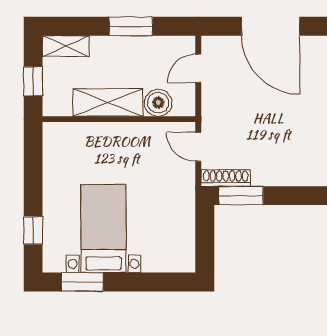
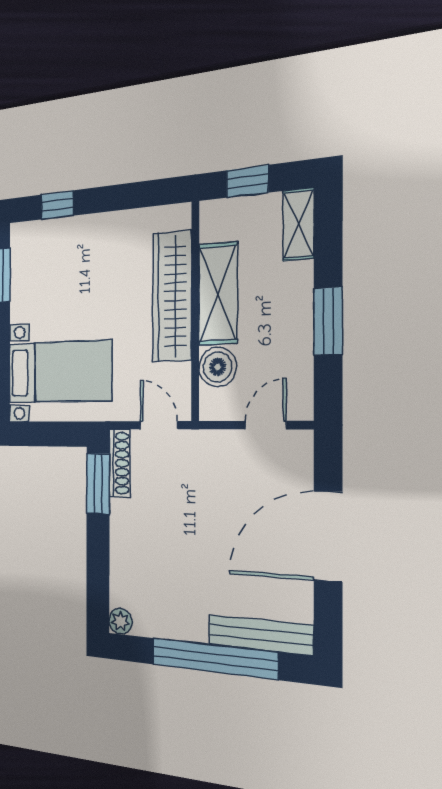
door: (198, 68) -> (266, 425), hinge flipped
wardrobe: (108, 137) -> (172, 296), added
door: (198, 147) -> (159, 425), hinge flipped
bed with nightstands: (103, 228) -> (59, 372), moved

